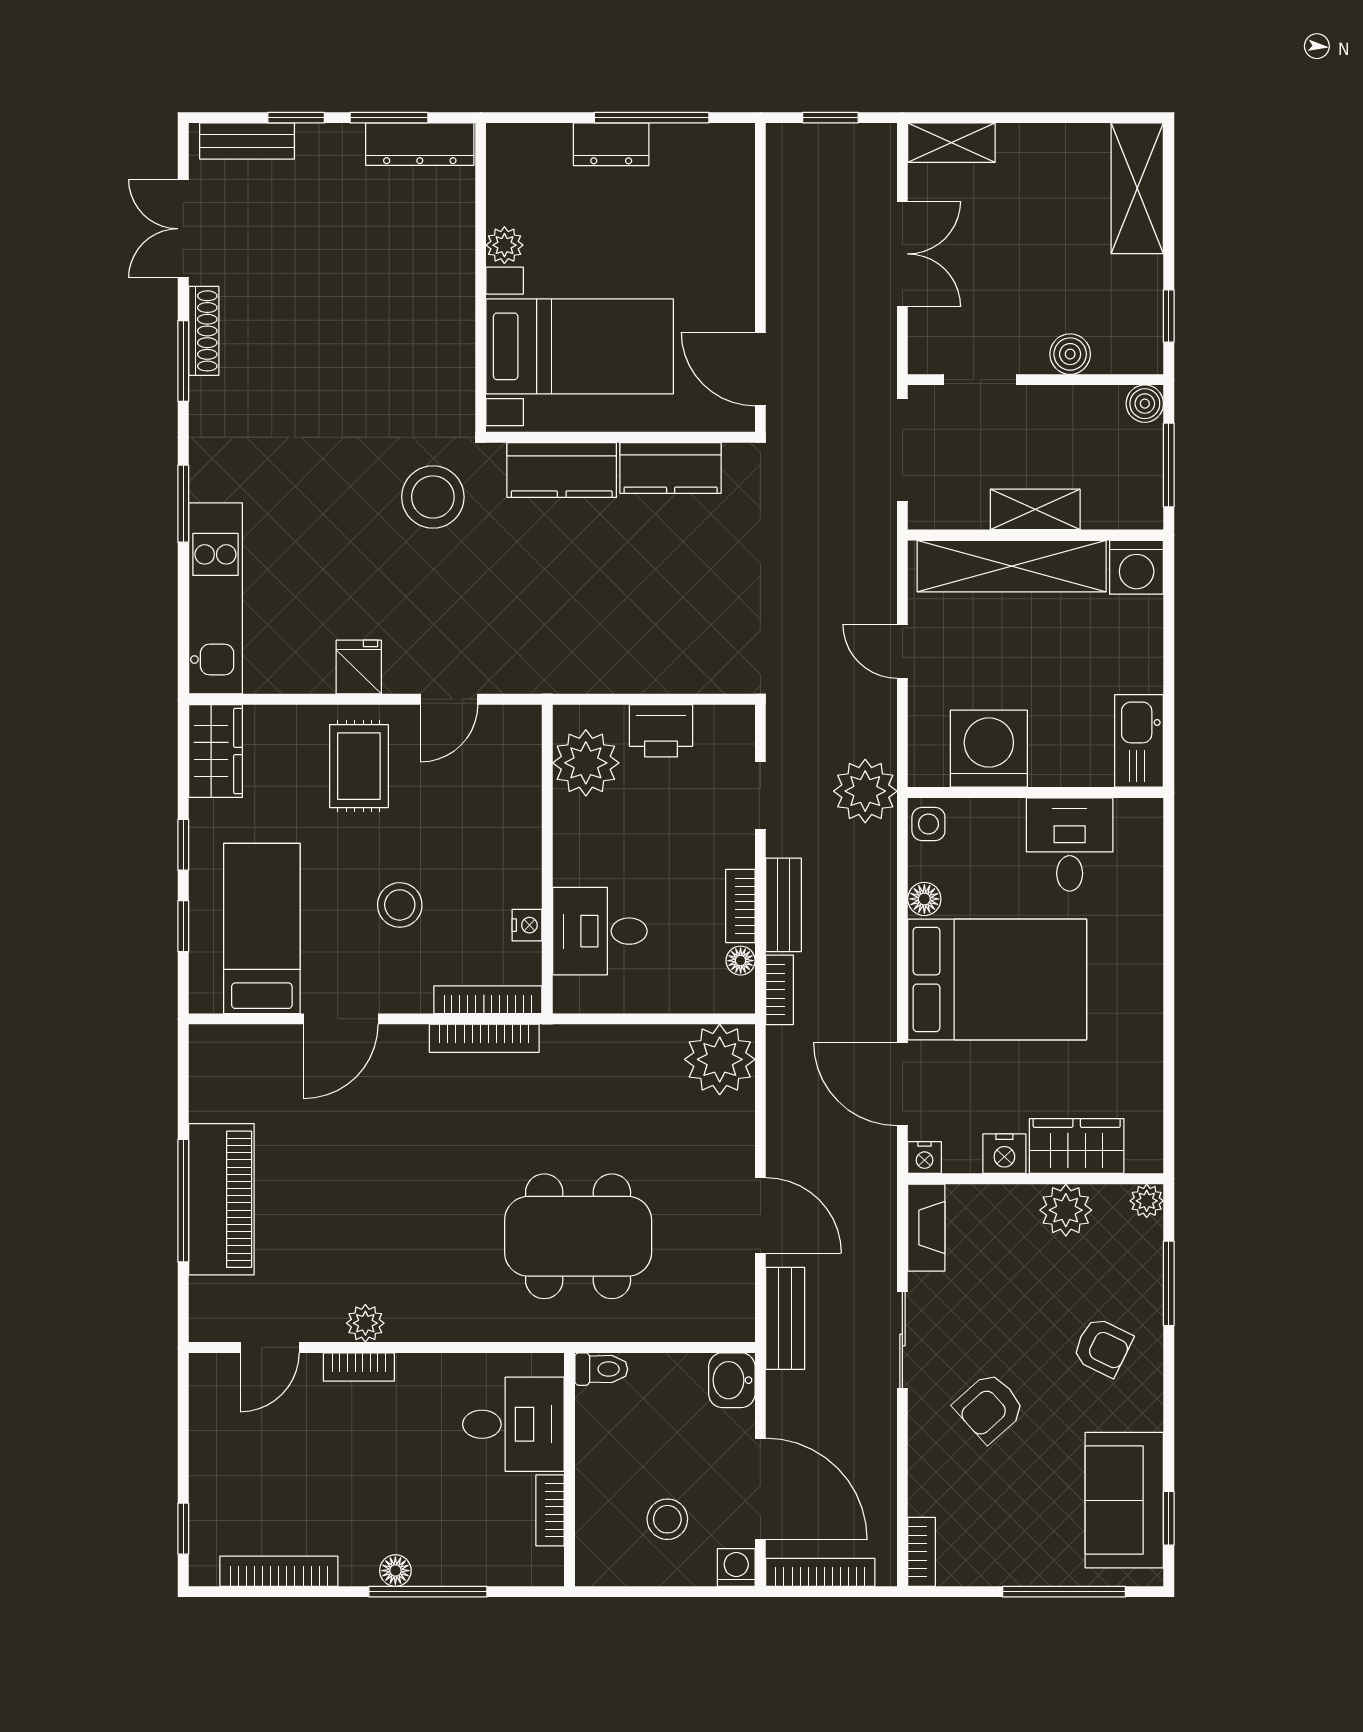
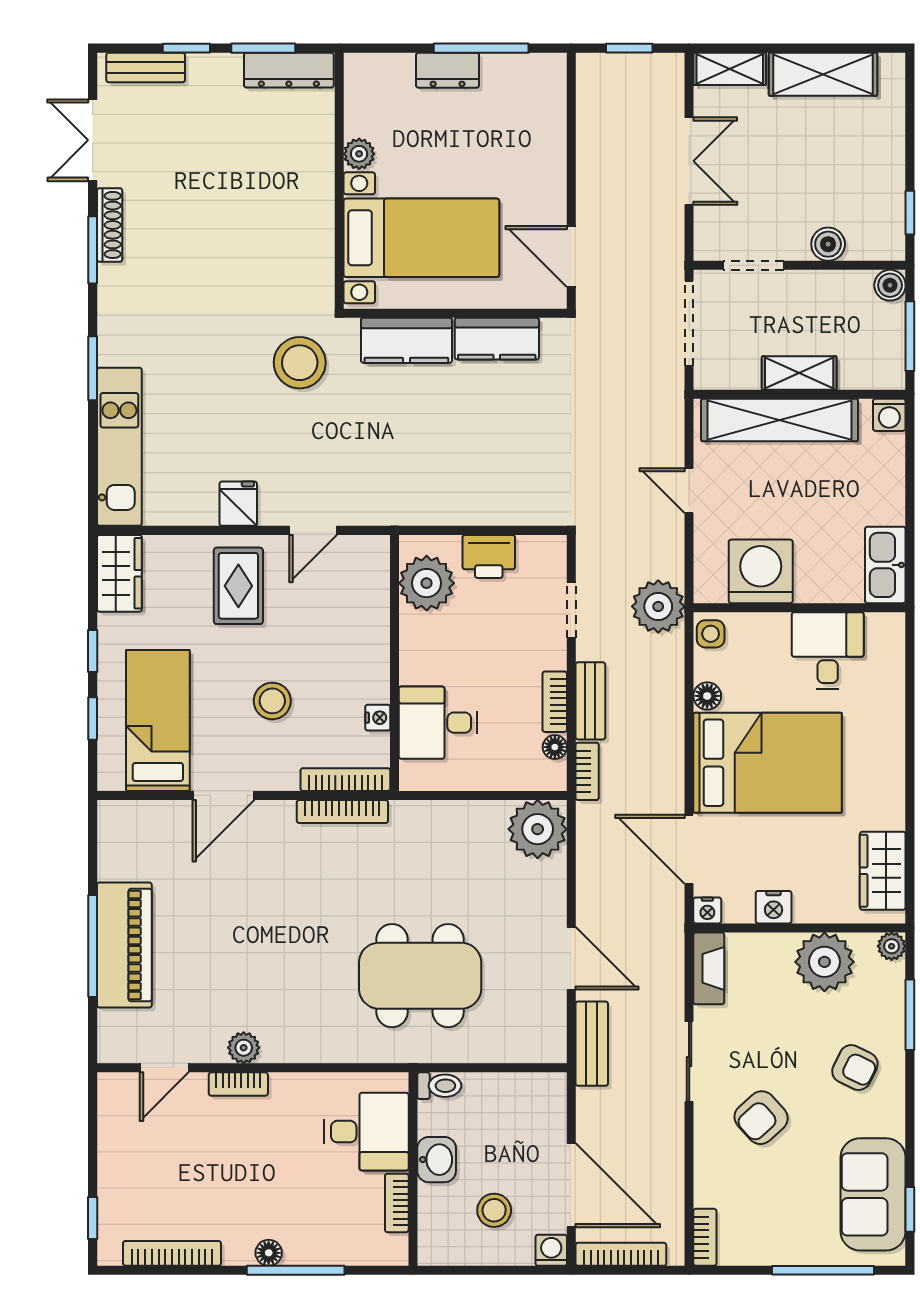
shelving: (1137, 188) -> (823, 74), moved, turned 90
washing machine: (1137, 567) -> (889, 415), width x0.73, depth x0.73
wardrobe: (1077, 1146) -> (883, 871), moved, turned -90
plant: (1066, 1210) -> (824, 962), width x1.36, depth x1.36
washbasin: (732, 1380) -> (437, 1160), moved, turned 180

